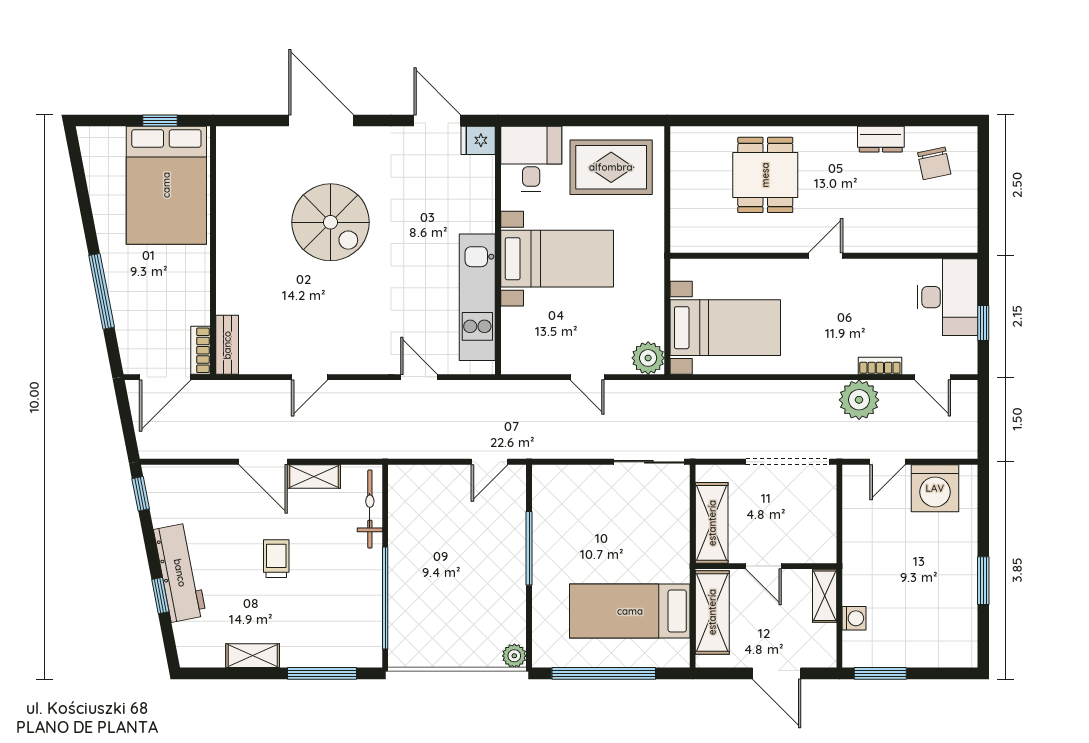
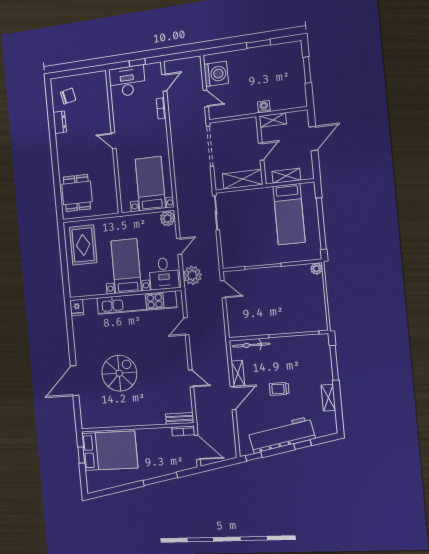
door: (437, 120) -> (70, 327), removed
desk: (531, 159) -> (164, 273), moved, turned -90
dining table: (765, 175) -> (77, 193), moved, turned 90
kitchen unit: (477, 297) -> (137, 303), width x1.36
plant: (859, 400) -> (192, 275), moved
workbench: (180, 573) -> (281, 435), width x1.36, depth x1.32
shelving: (712, 612) -> (286, 176), width x0.67, depth x0.75
washing machine: (854, 618) -> (264, 107), moved
window: (880, 673) -> (307, 70), moved

